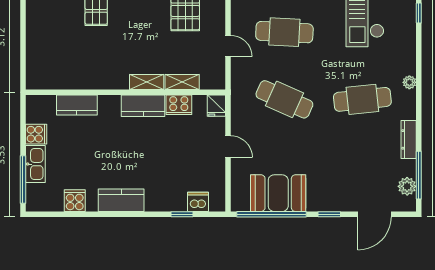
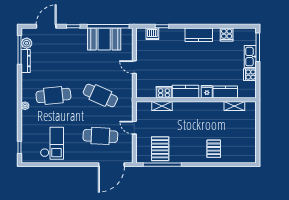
shelving: (147, 82) -> (234, 106), moved
fridge: (216, 106) -> (207, 92), moved
dresser: (409, 139) -> (26, 61), moved

